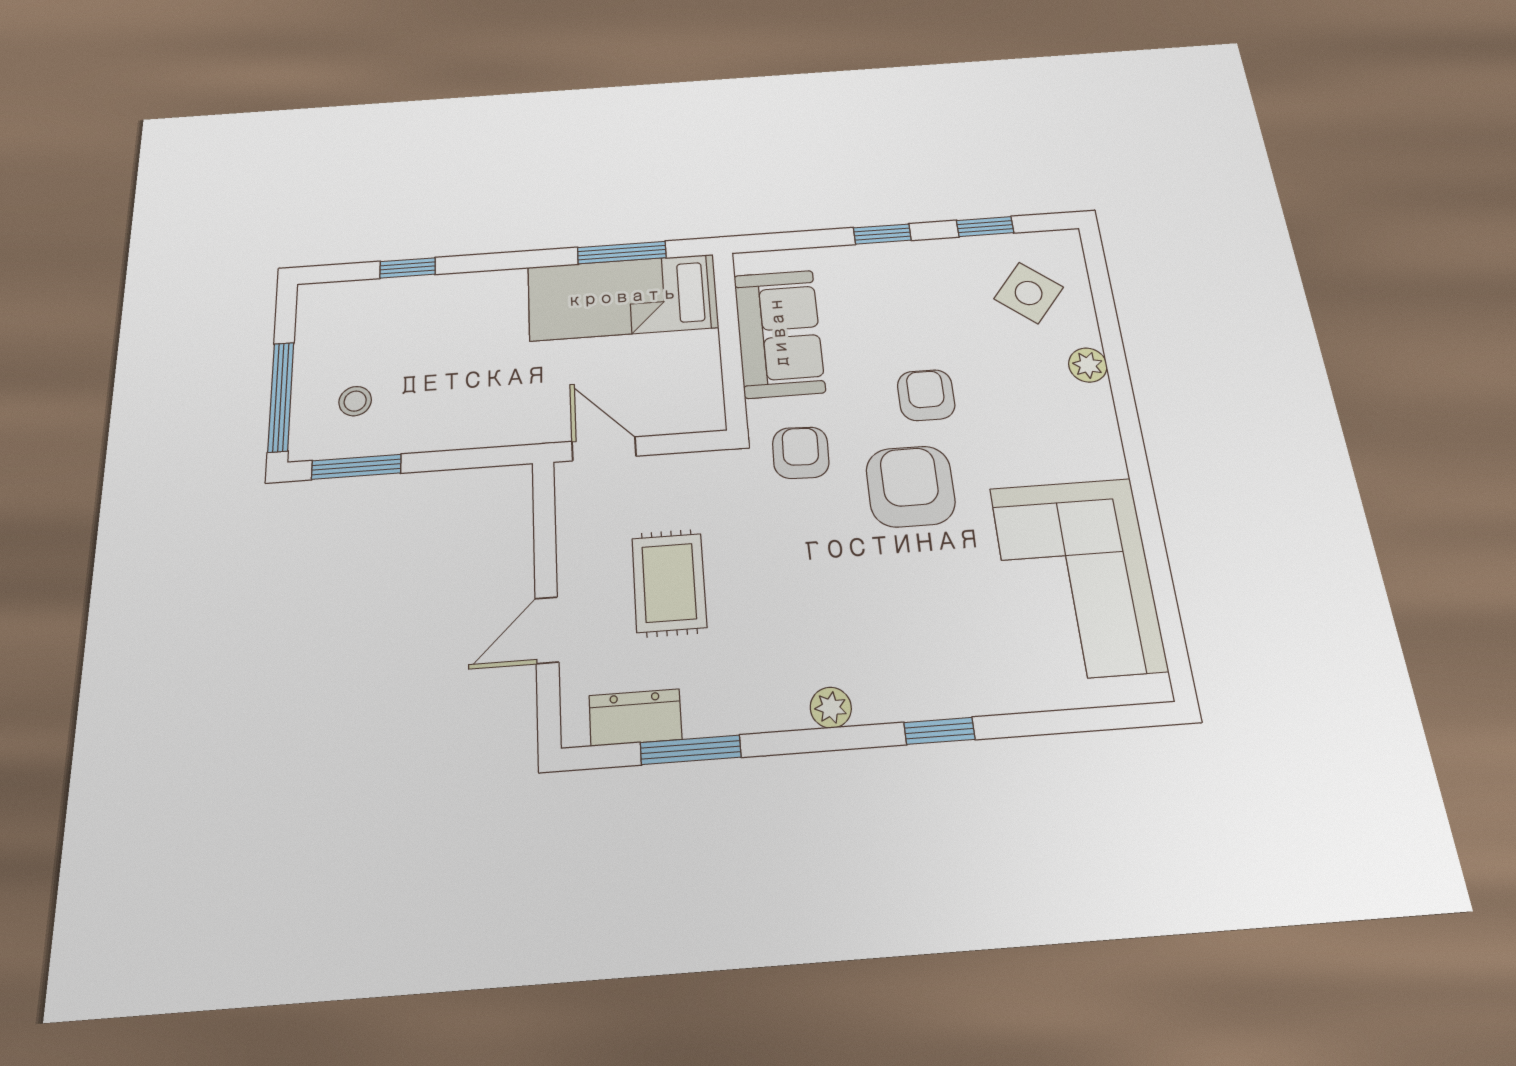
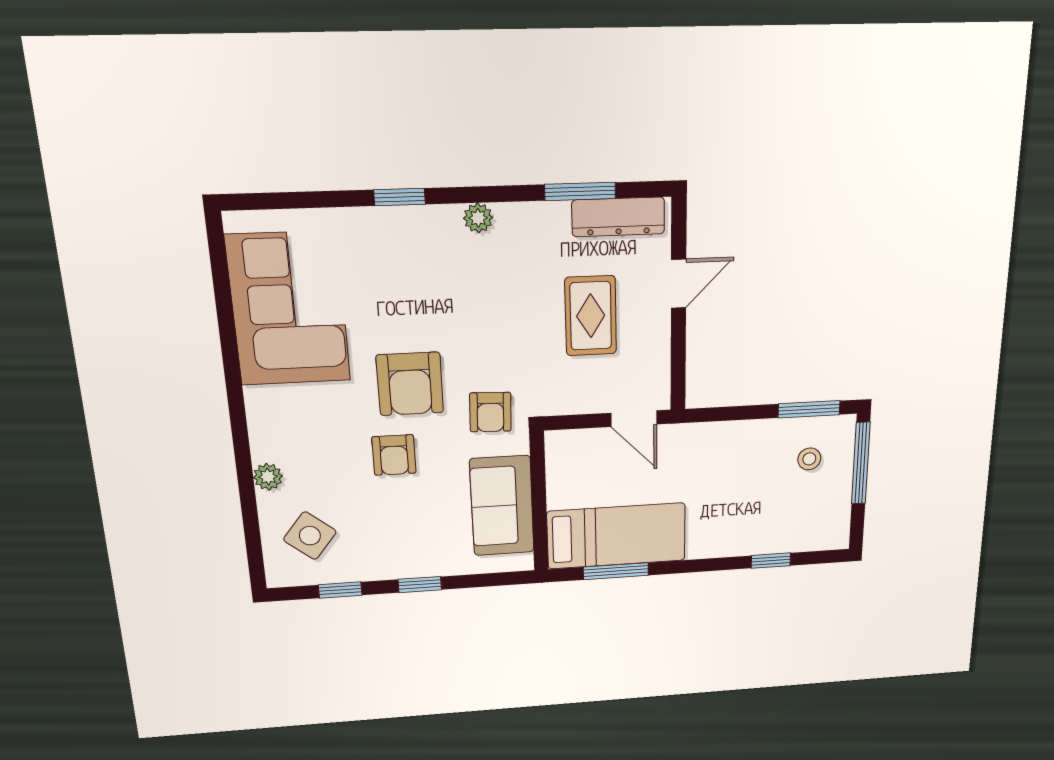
dresser: (635, 717) -> (618, 217), width x1.44

